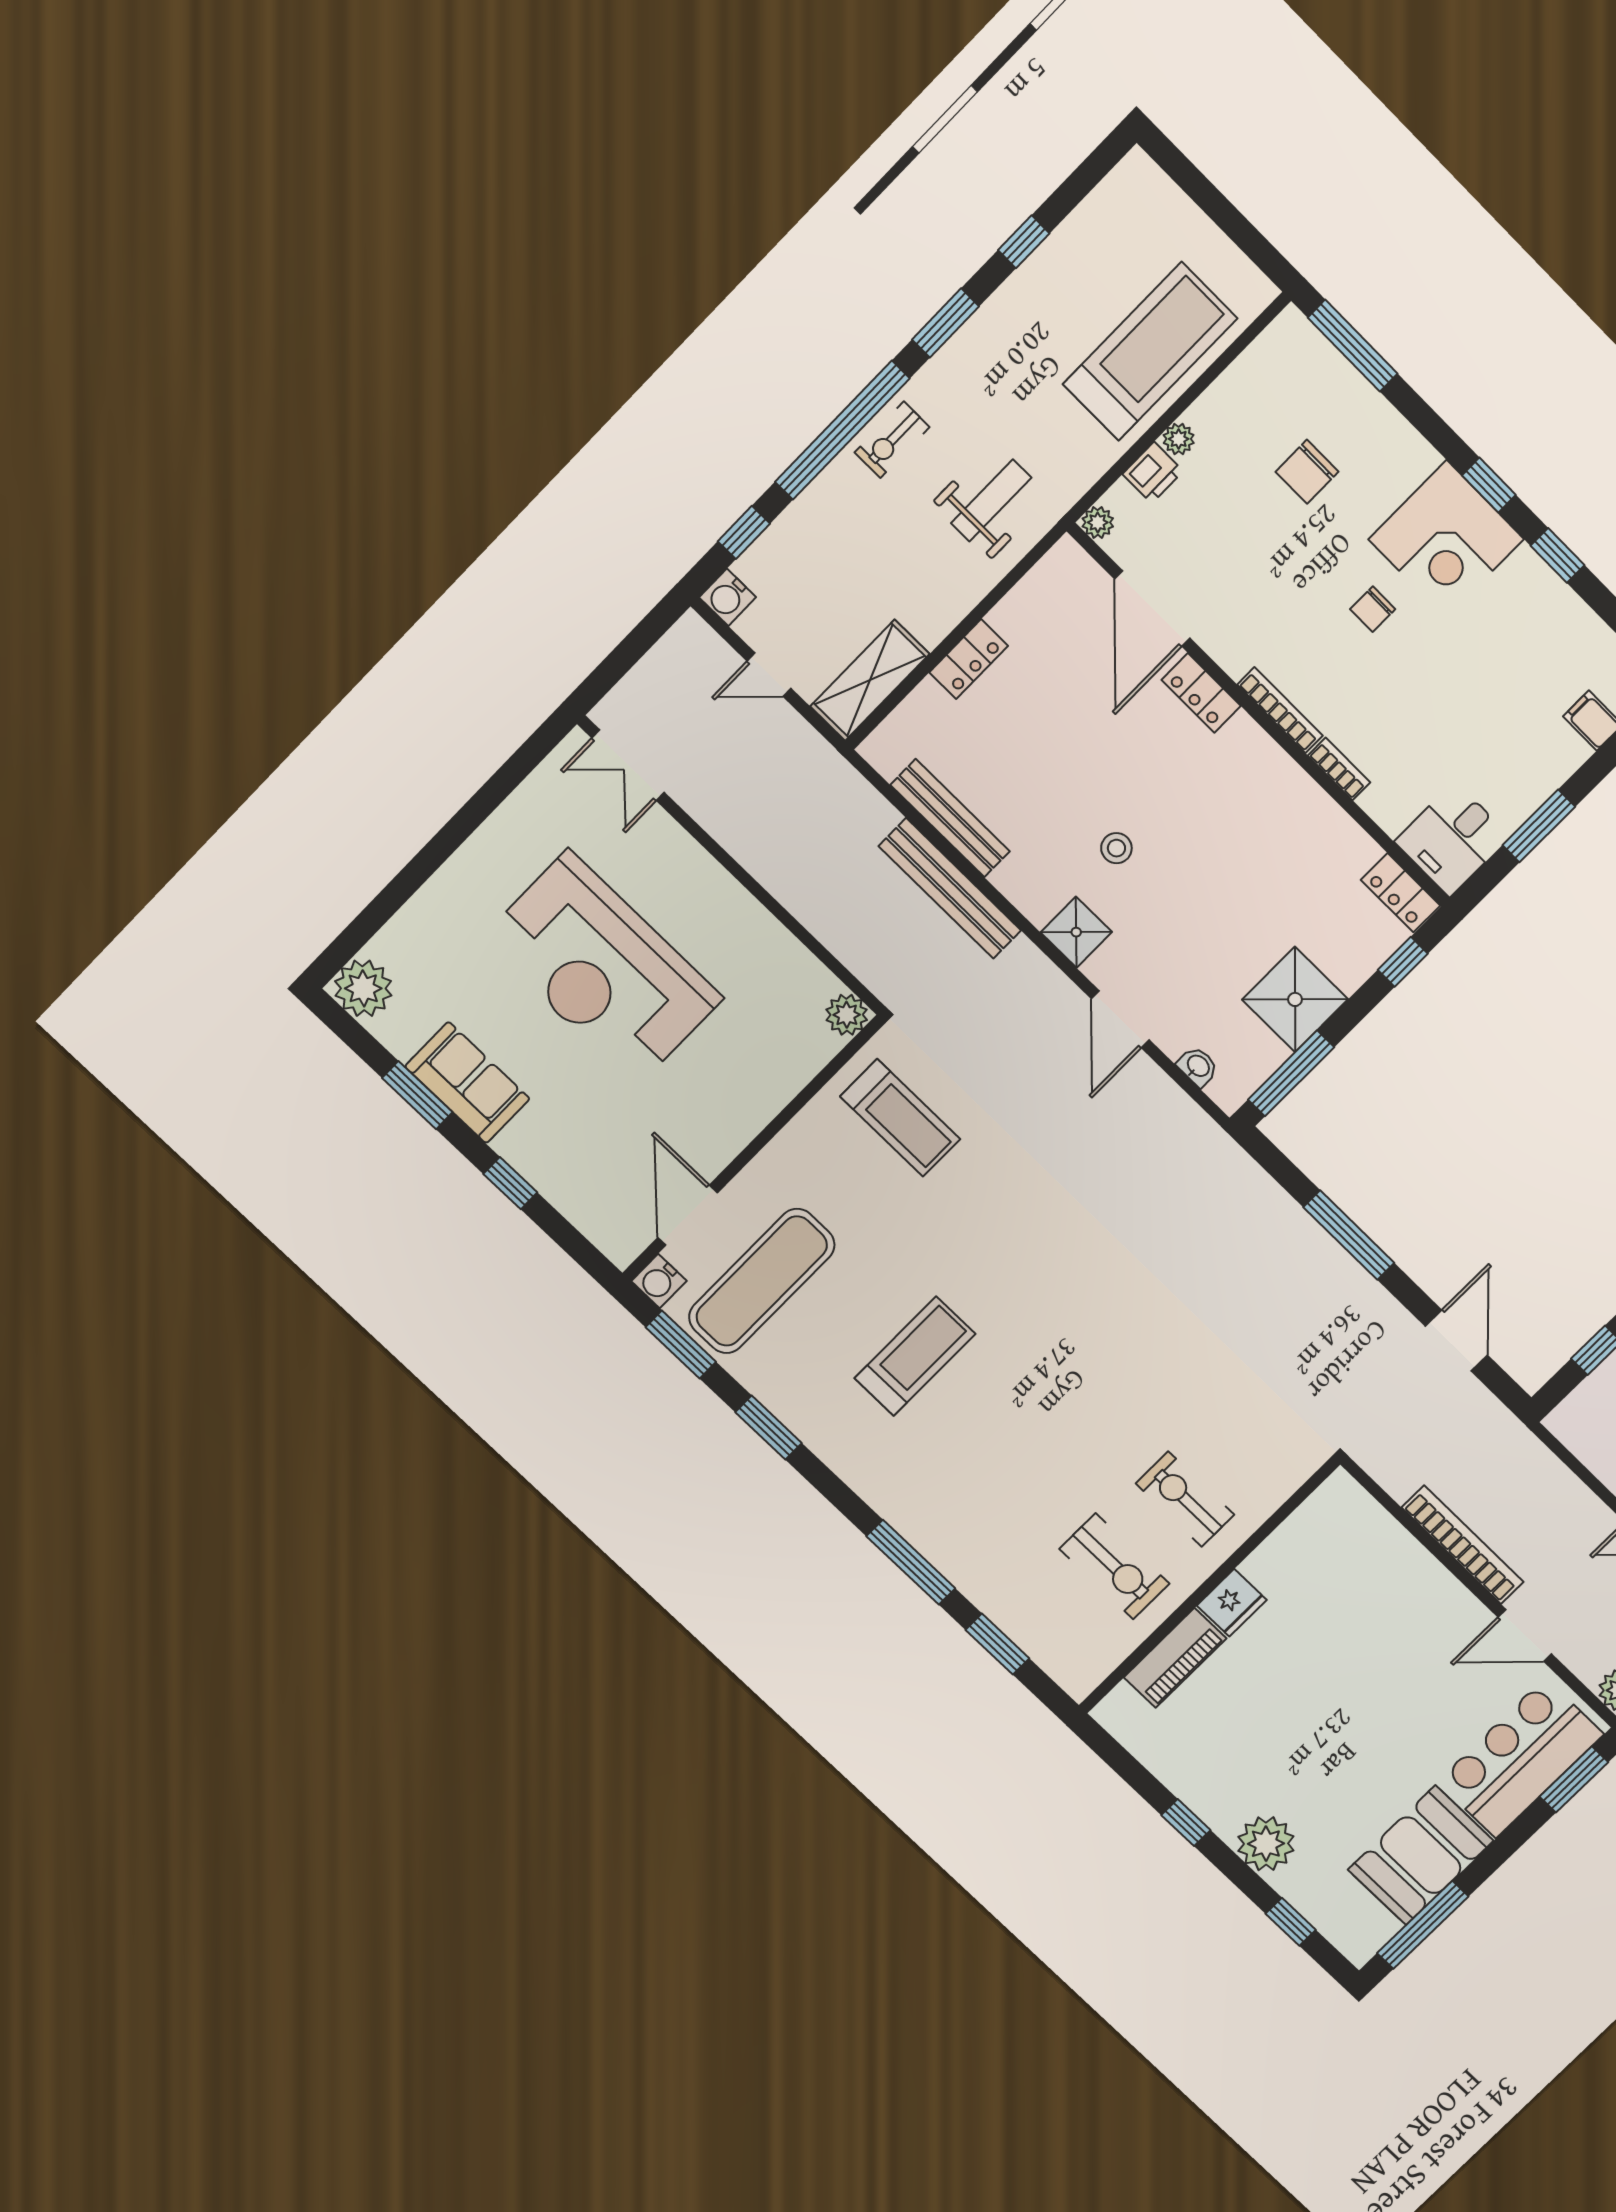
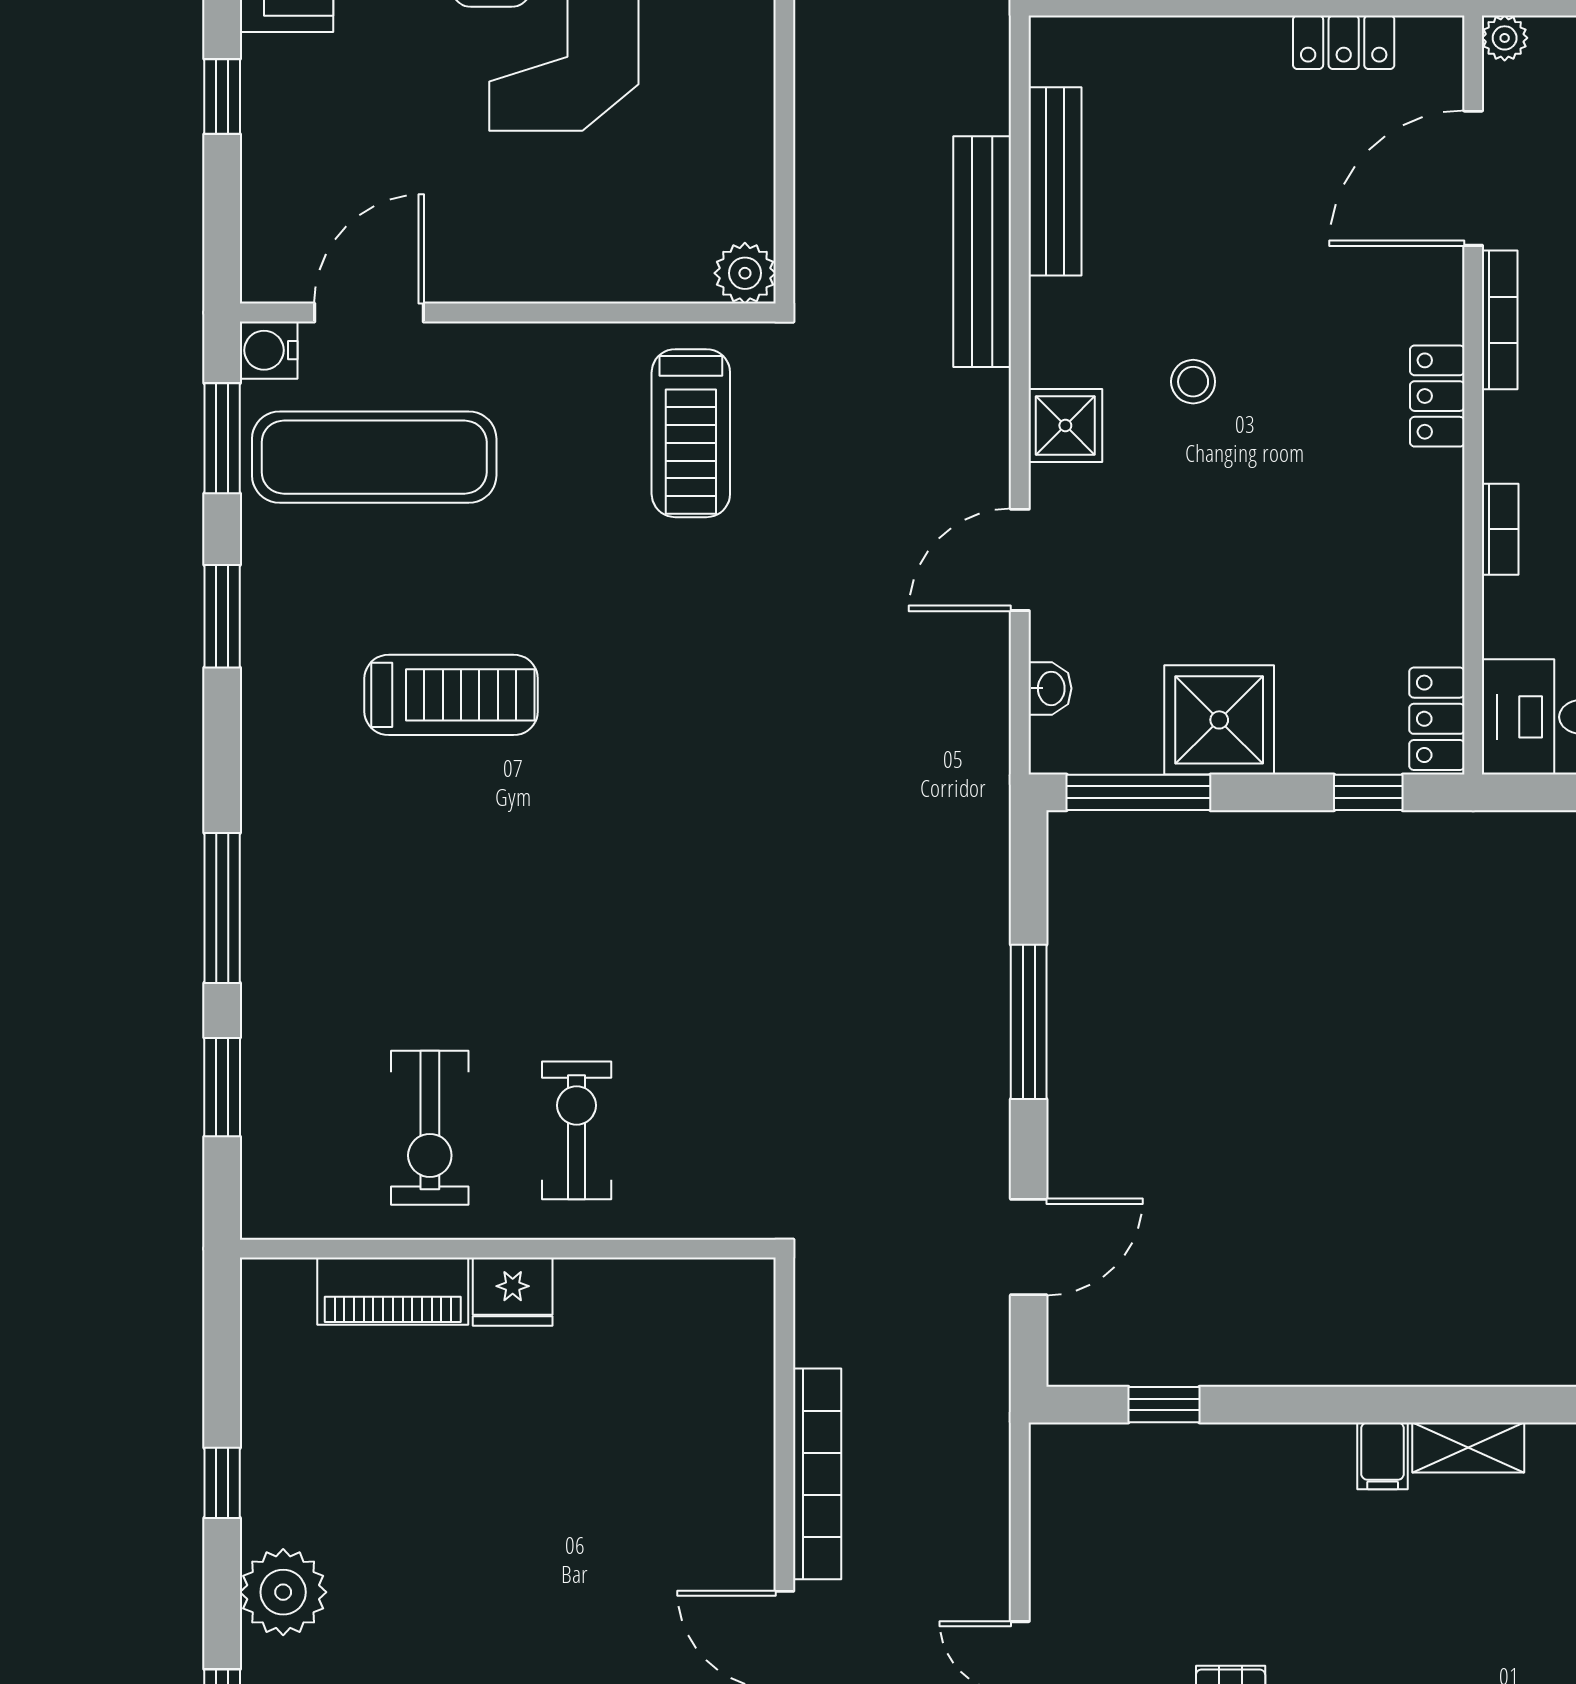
locker: (969, 659) -> (1344, 42), moved
locker: (1201, 693) -> (1437, 396), moved
bookcase: (1280, 710) -> (1500, 320), moved

